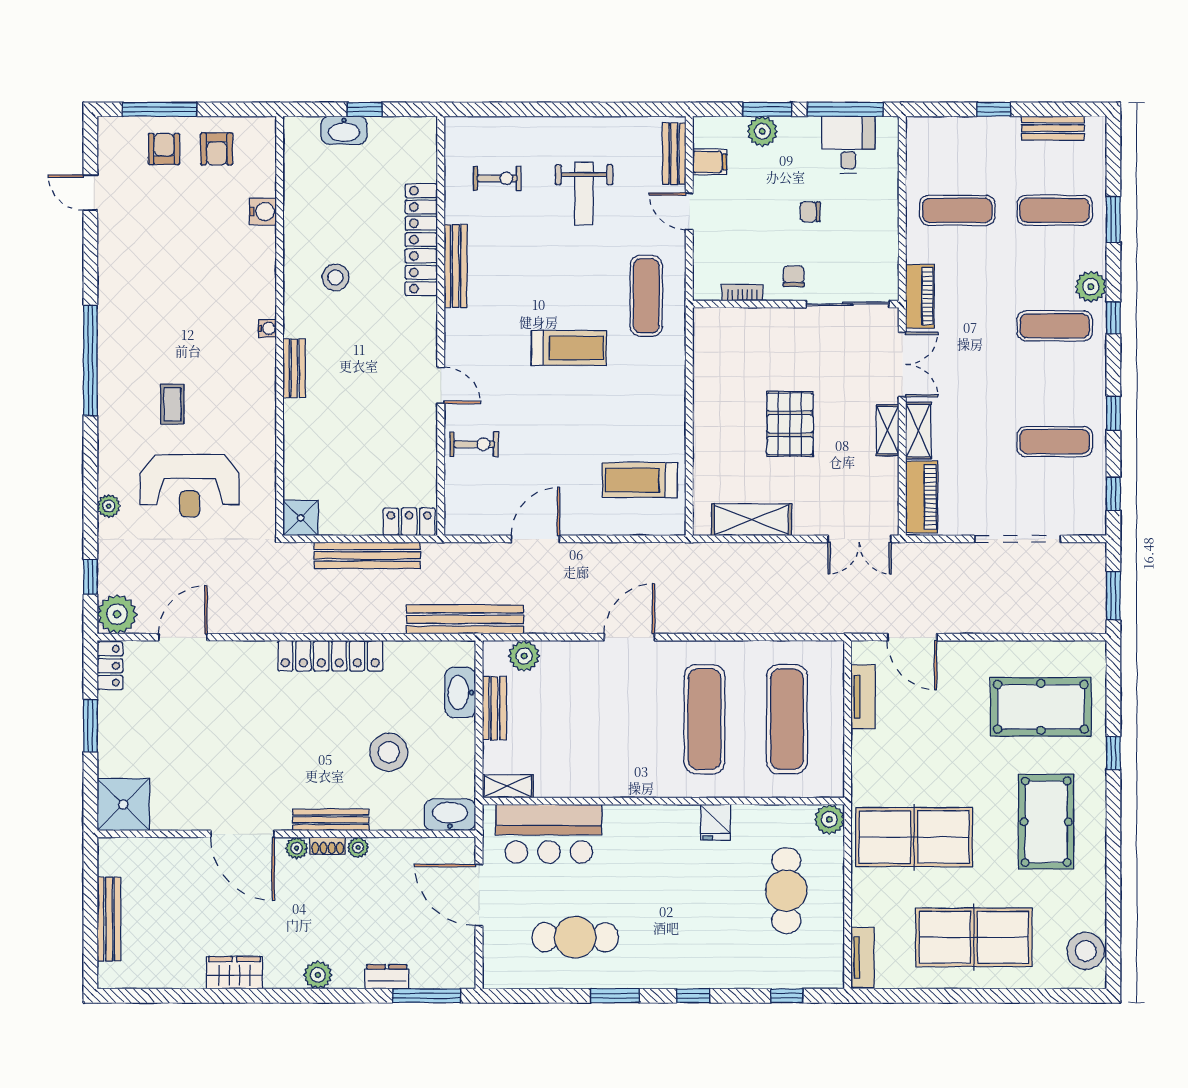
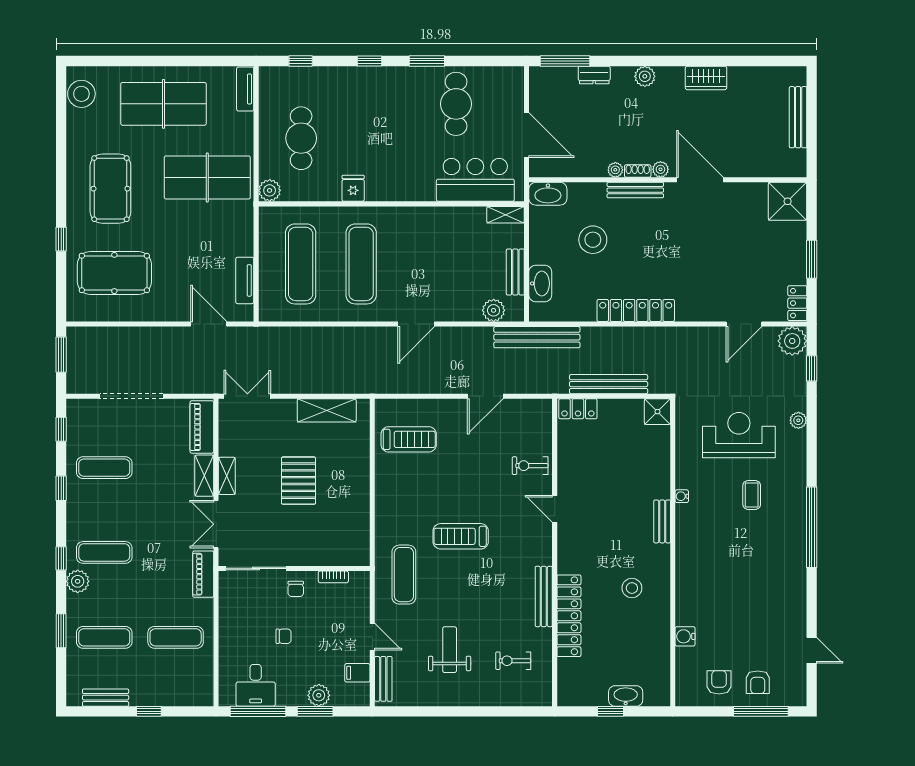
water cooler: (267, 328) -> (682, 496), moved
cafe table: (575, 937) -> (456, 104), turned 90

